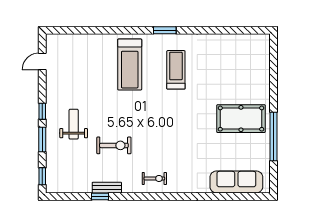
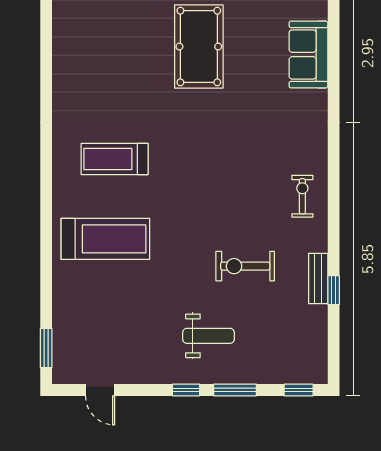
window: (165, 30) -> (46, 348), moved
weight bench: (74, 124) -> (208, 336), turned 180
exercise bike: (114, 145) -> (245, 266), turned -90
sofa: (236, 182) -> (308, 54), width x0.73

